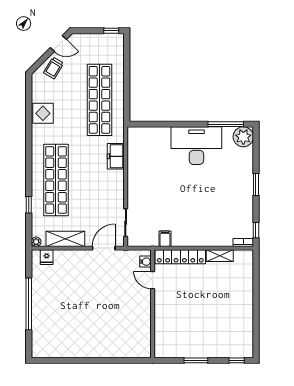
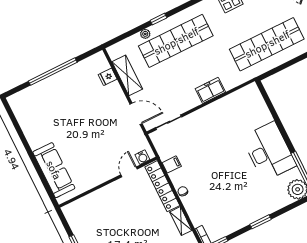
freezer: (116, 156) -> (210, 90), moved
window: (29, 205) -> (159, 19), moved
chair: (194, 241) -> (183, 191), added
plant: (36, 242) -> (145, 34), moved
fridge: (47, 257) -> (108, 77), moved
sofa: (118, 347) -> (54, 170), added

